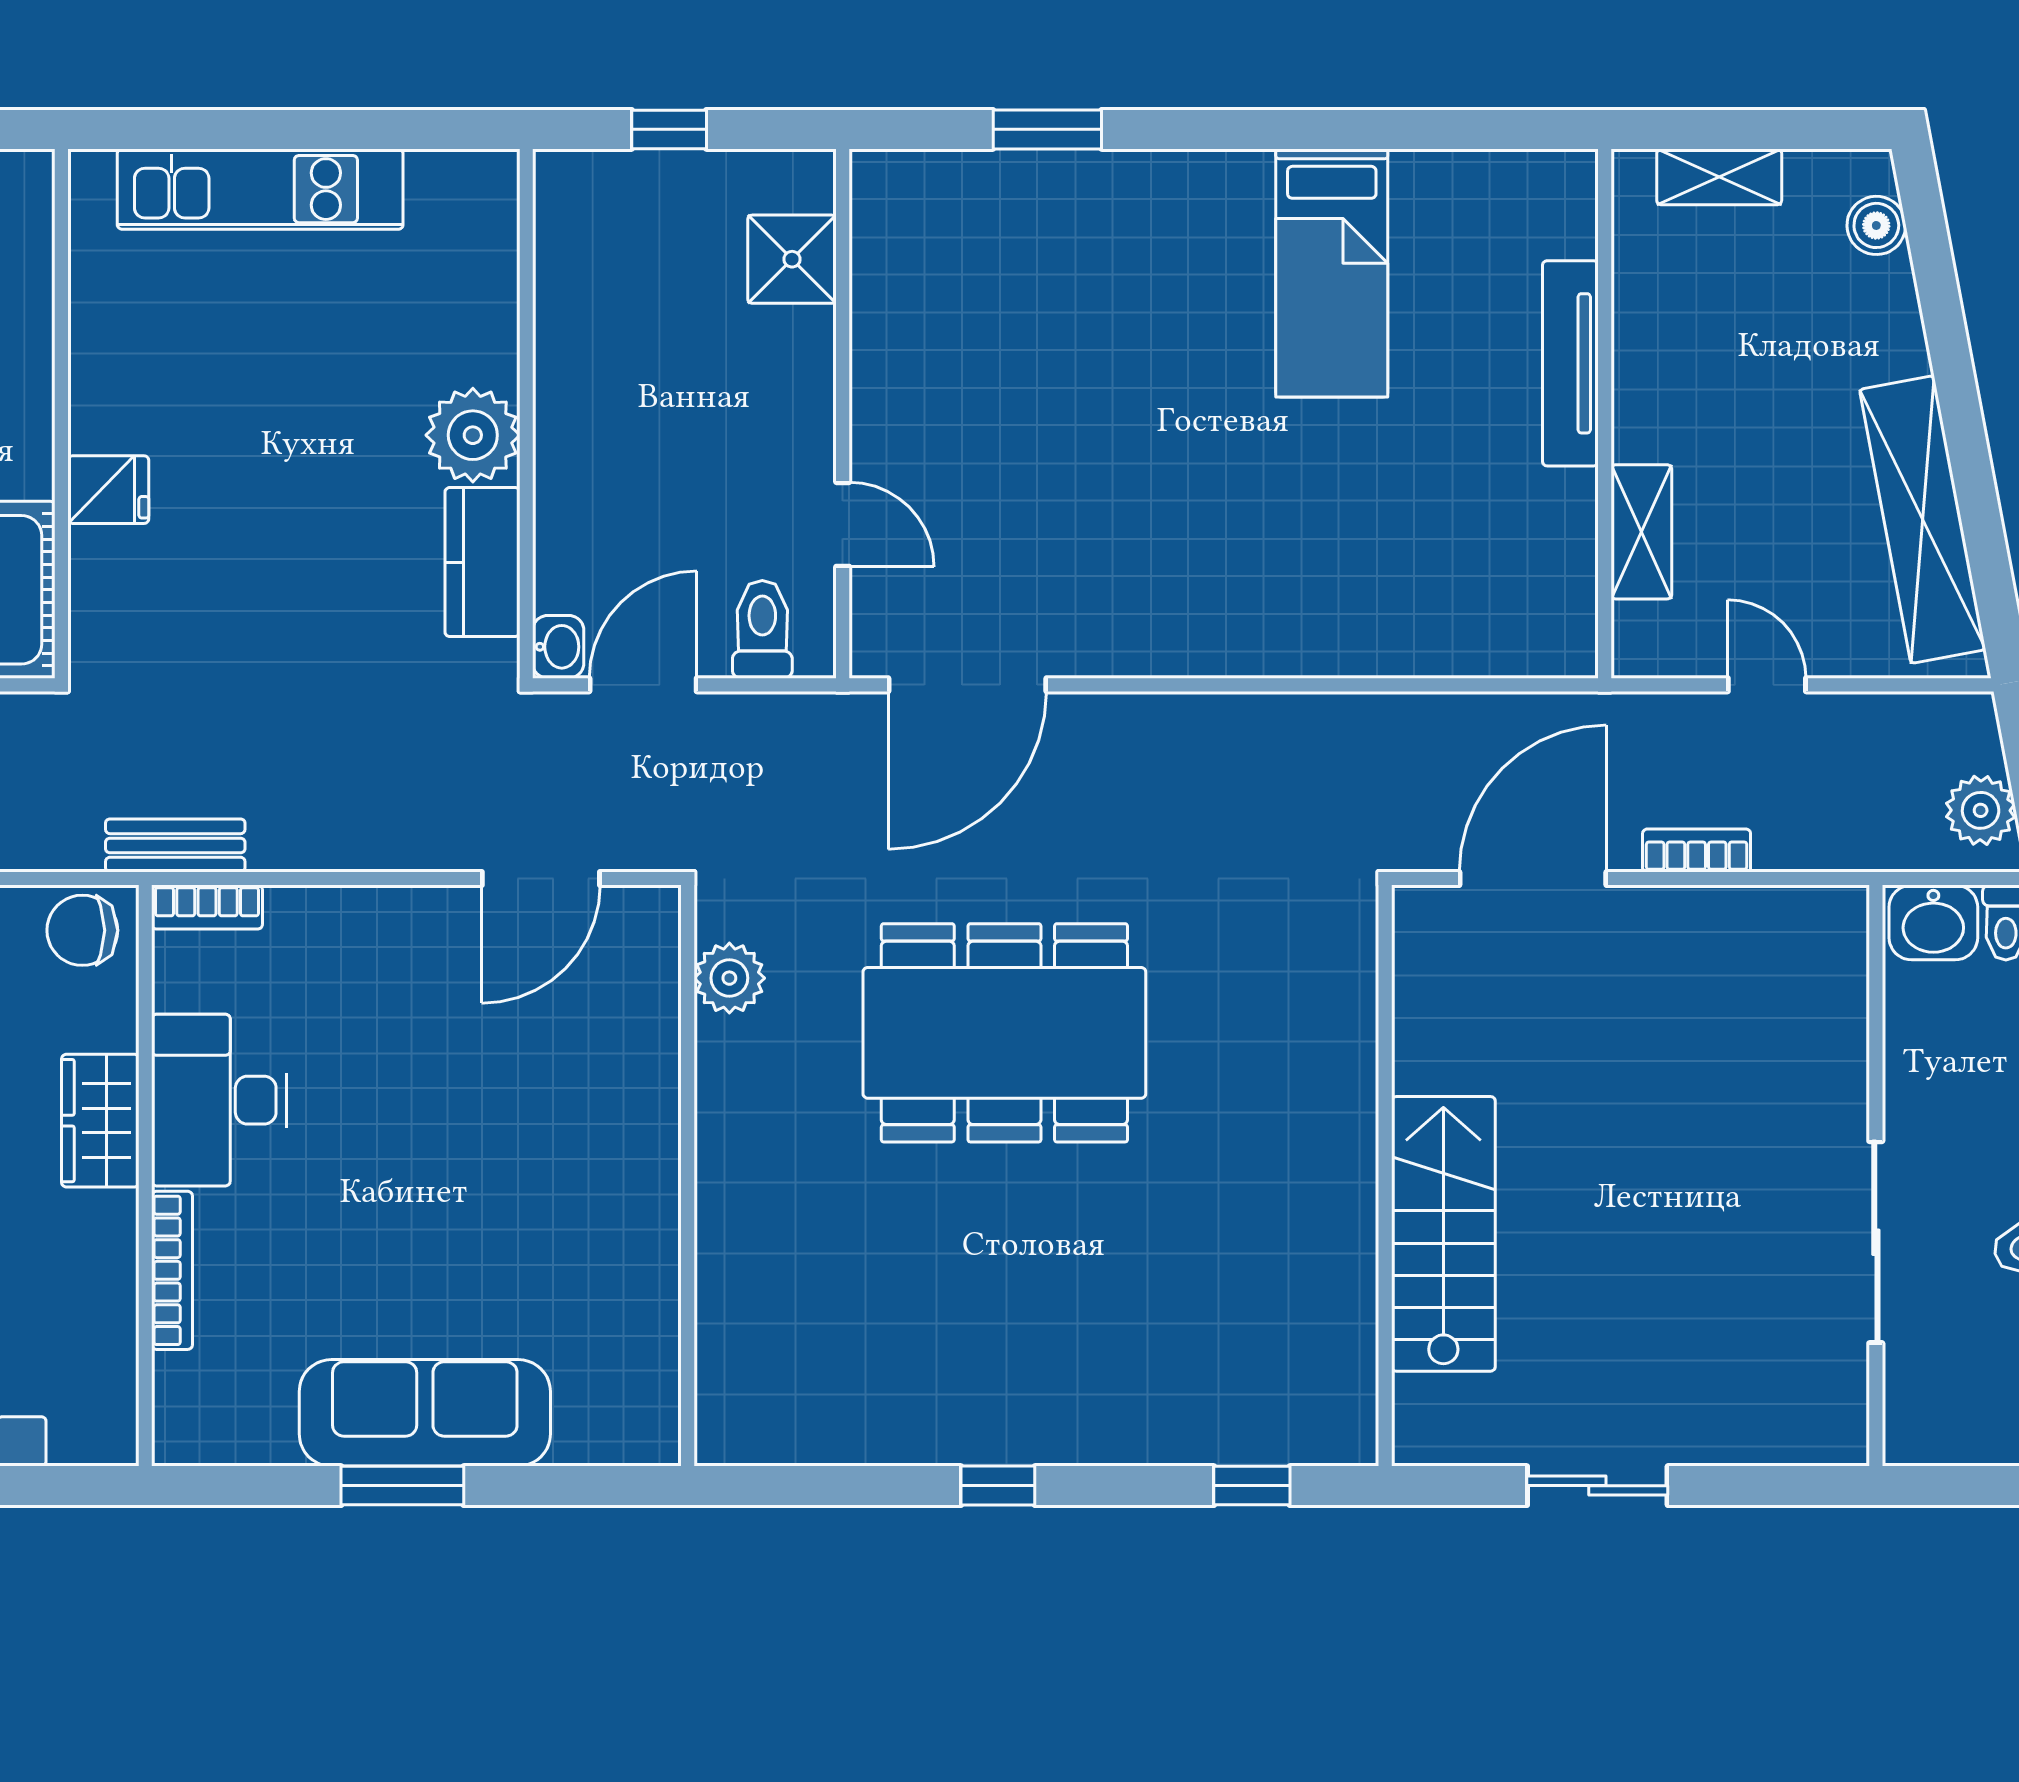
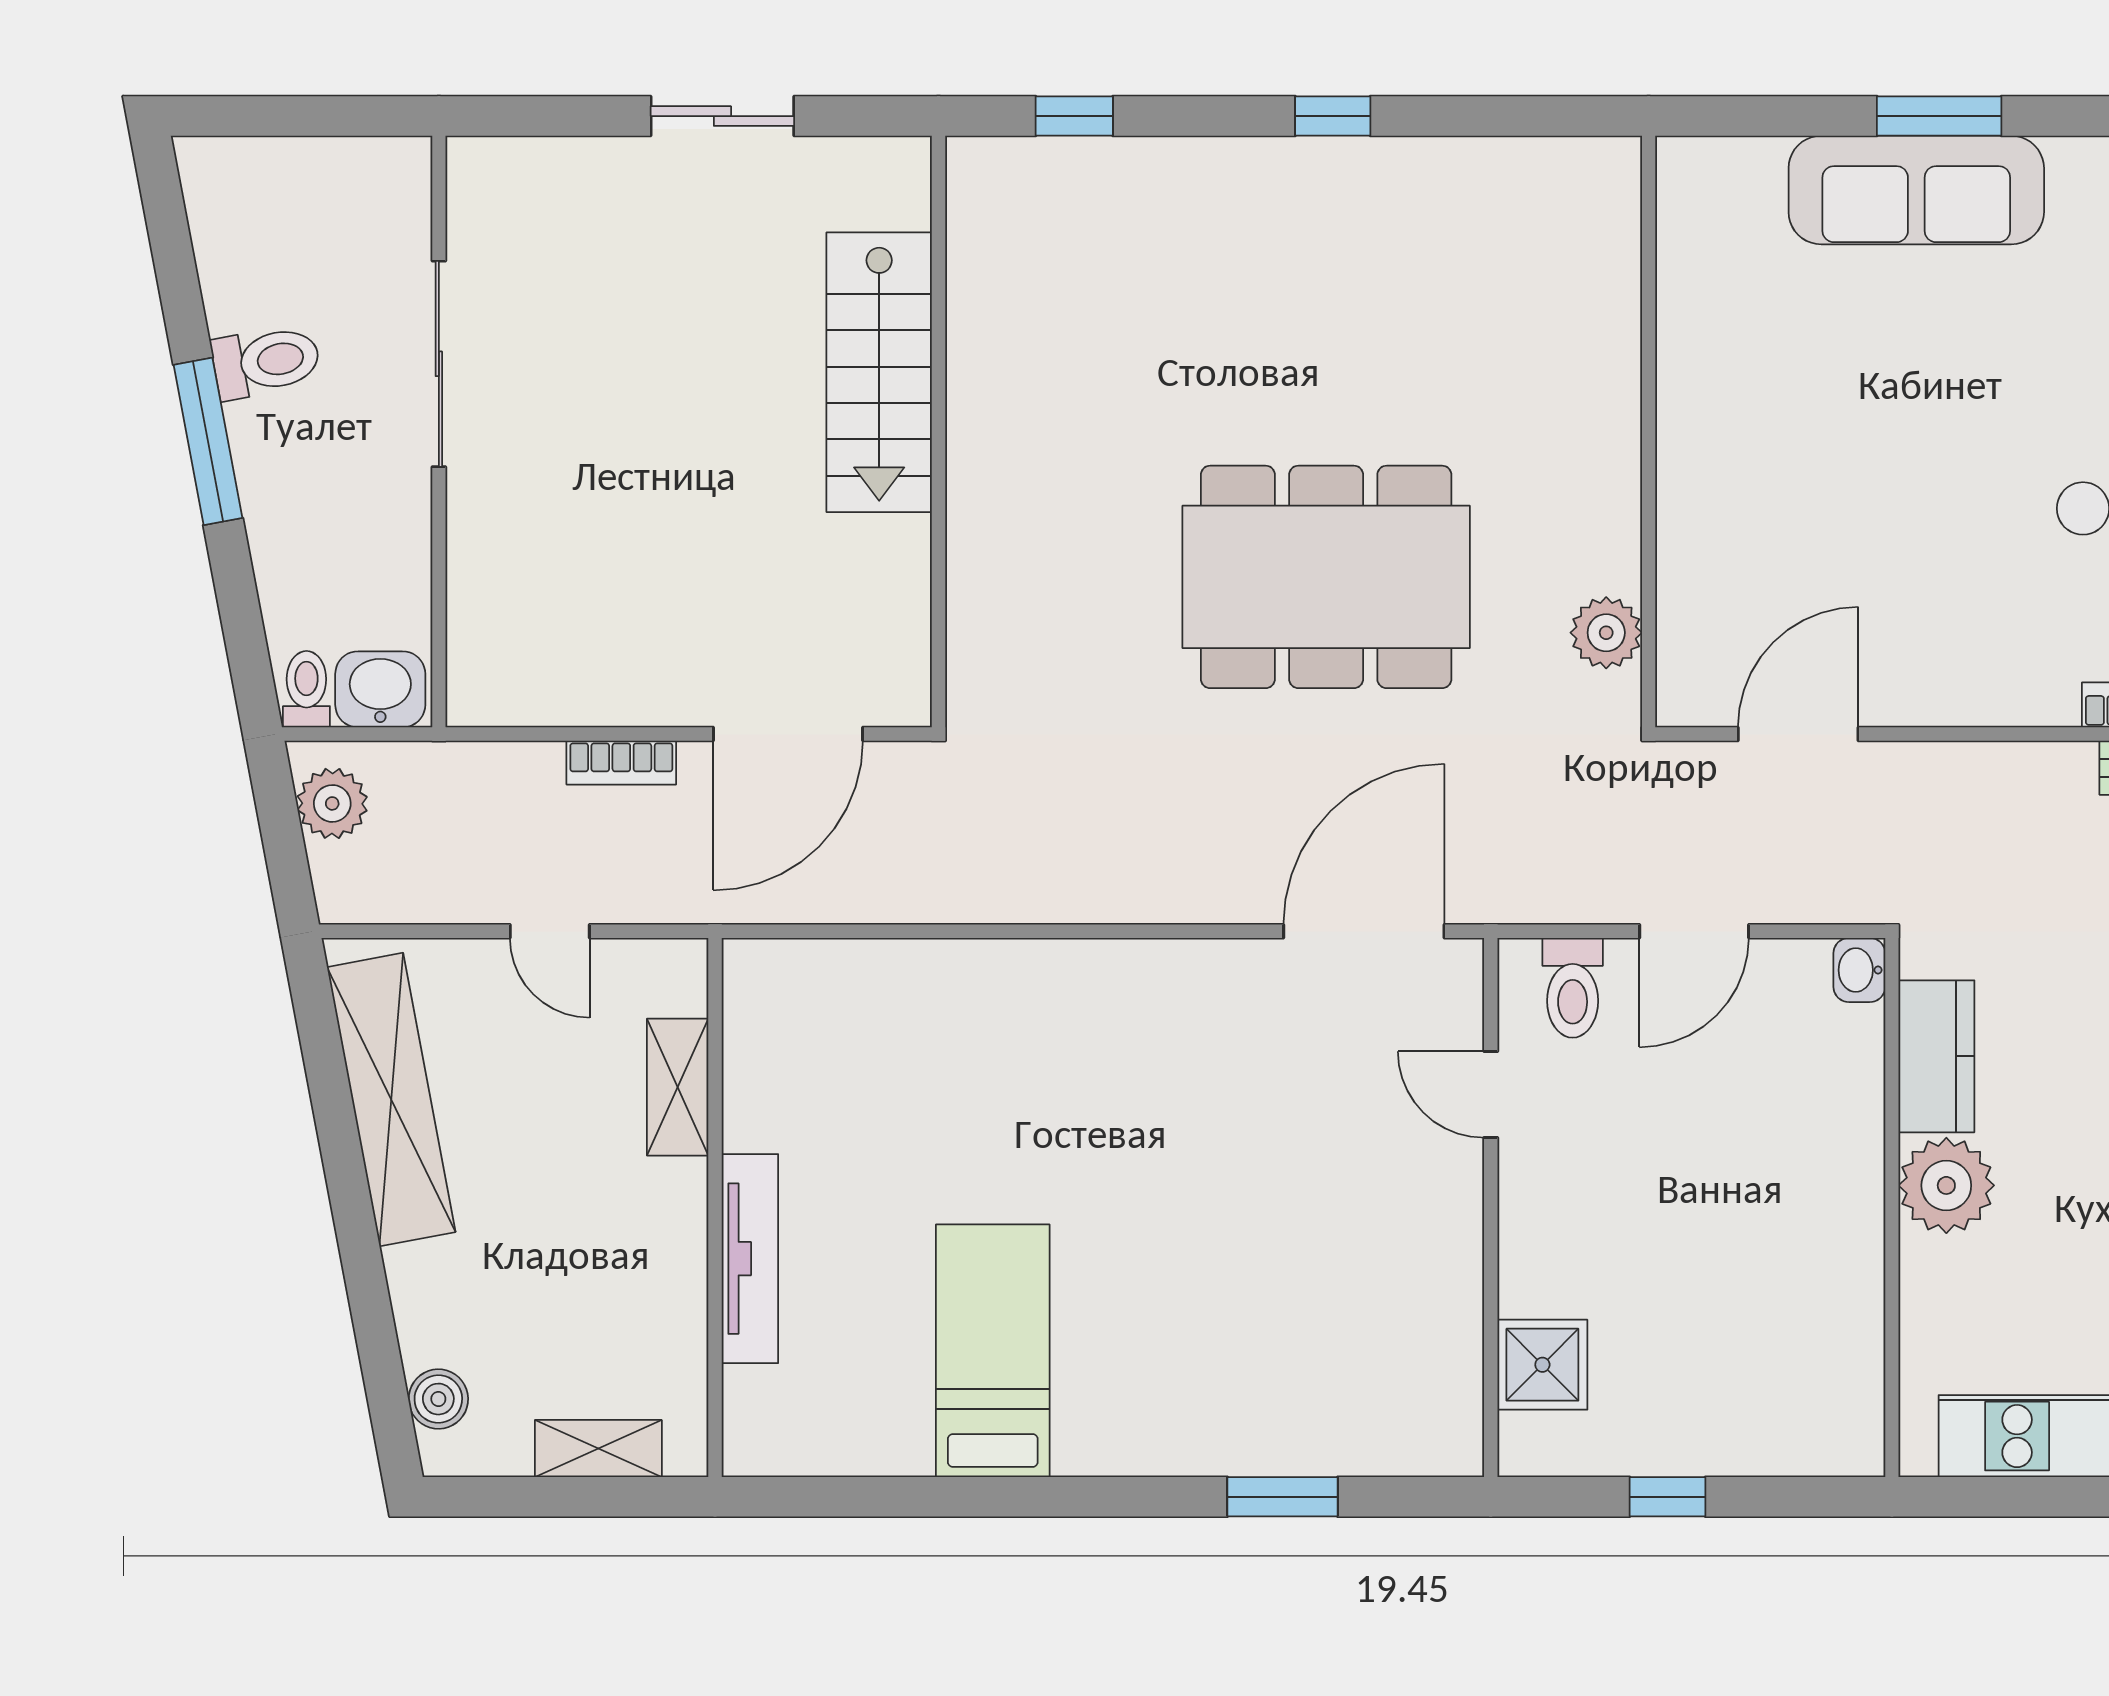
wall: (526, 414) -> (1892, 1207), moved
plant: (473, 435) -> (1946, 1185), moved
kitchen counter: (482, 562) -> (1936, 1056), moved
washbasin: (558, 647) -> (1859, 970), moved

